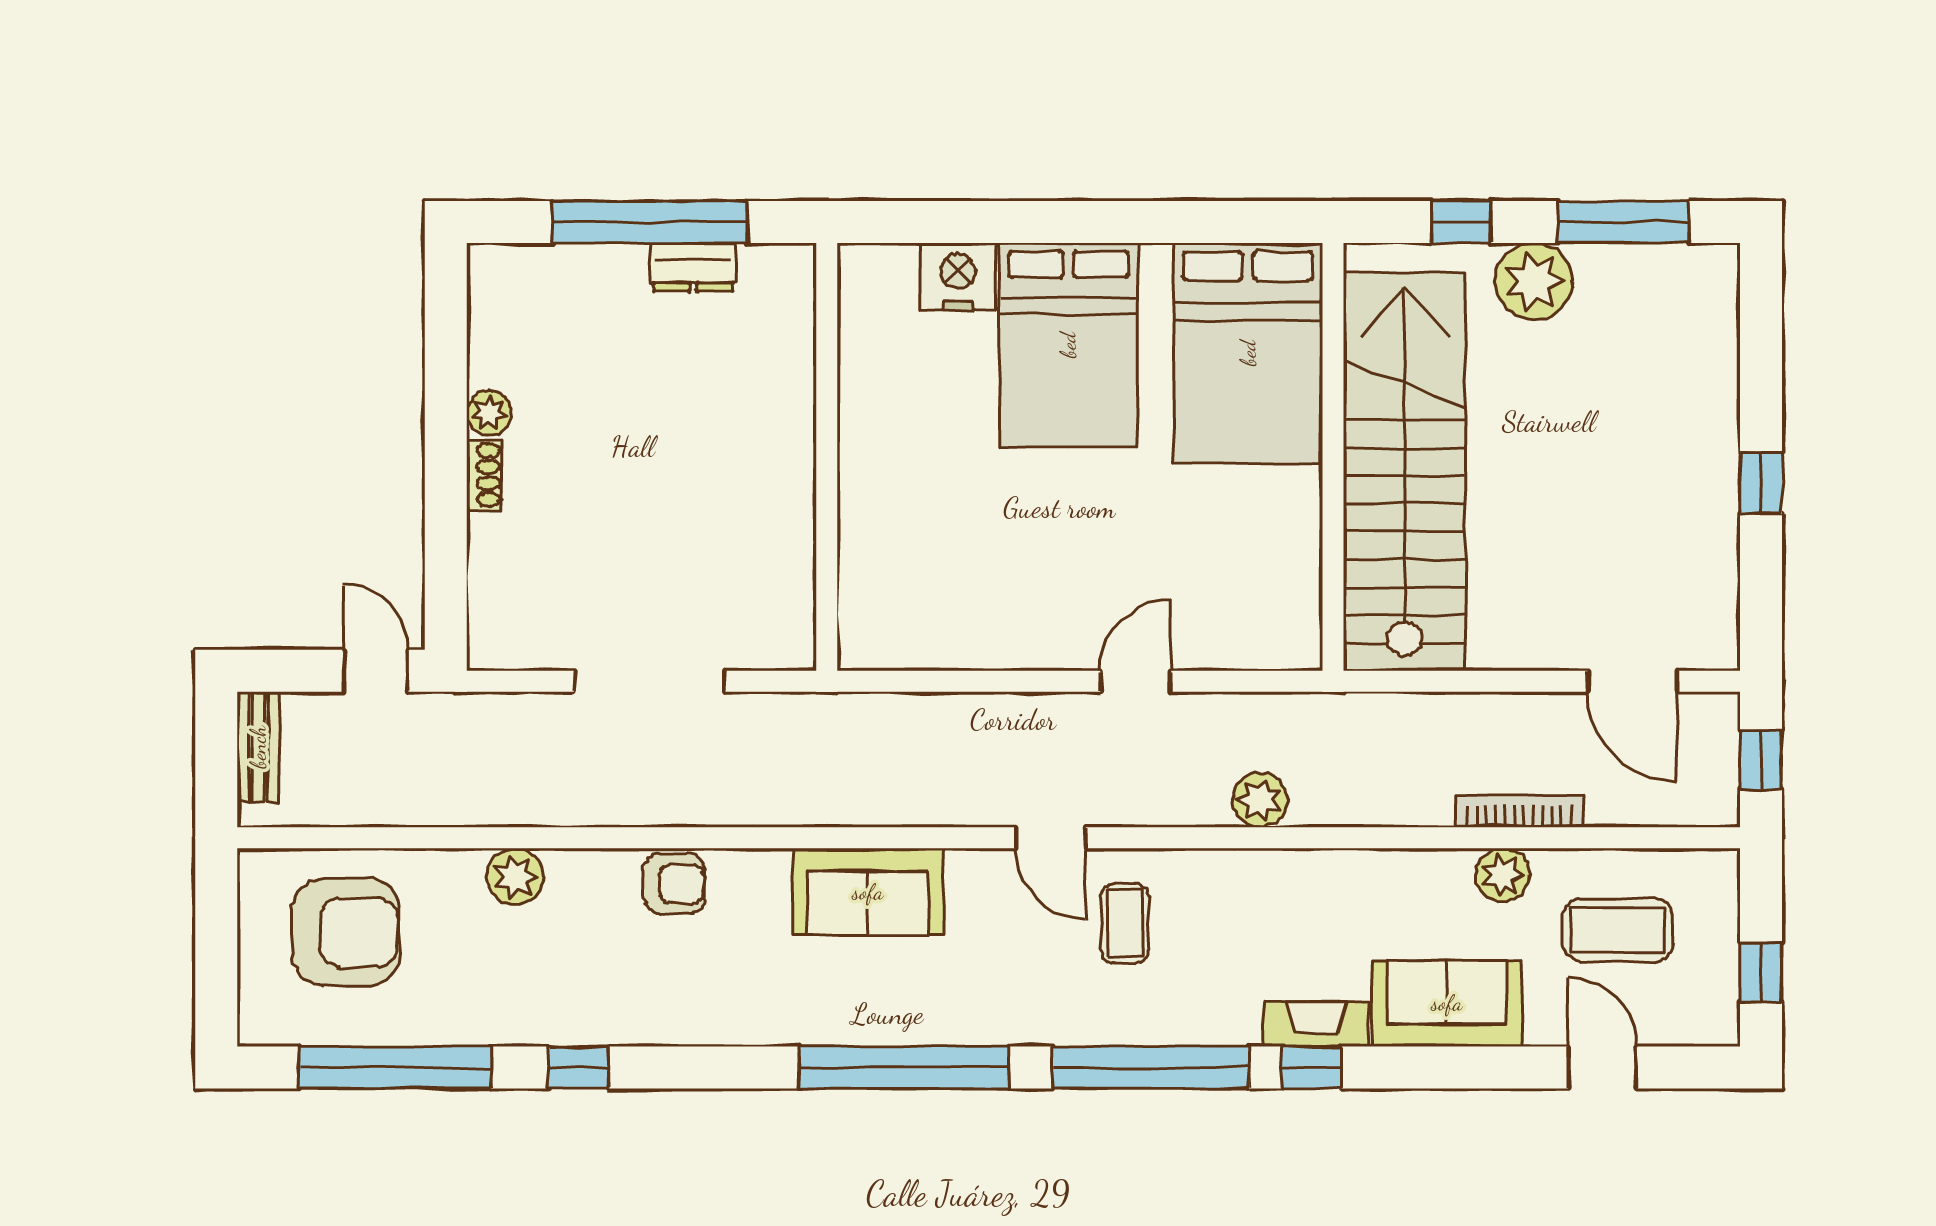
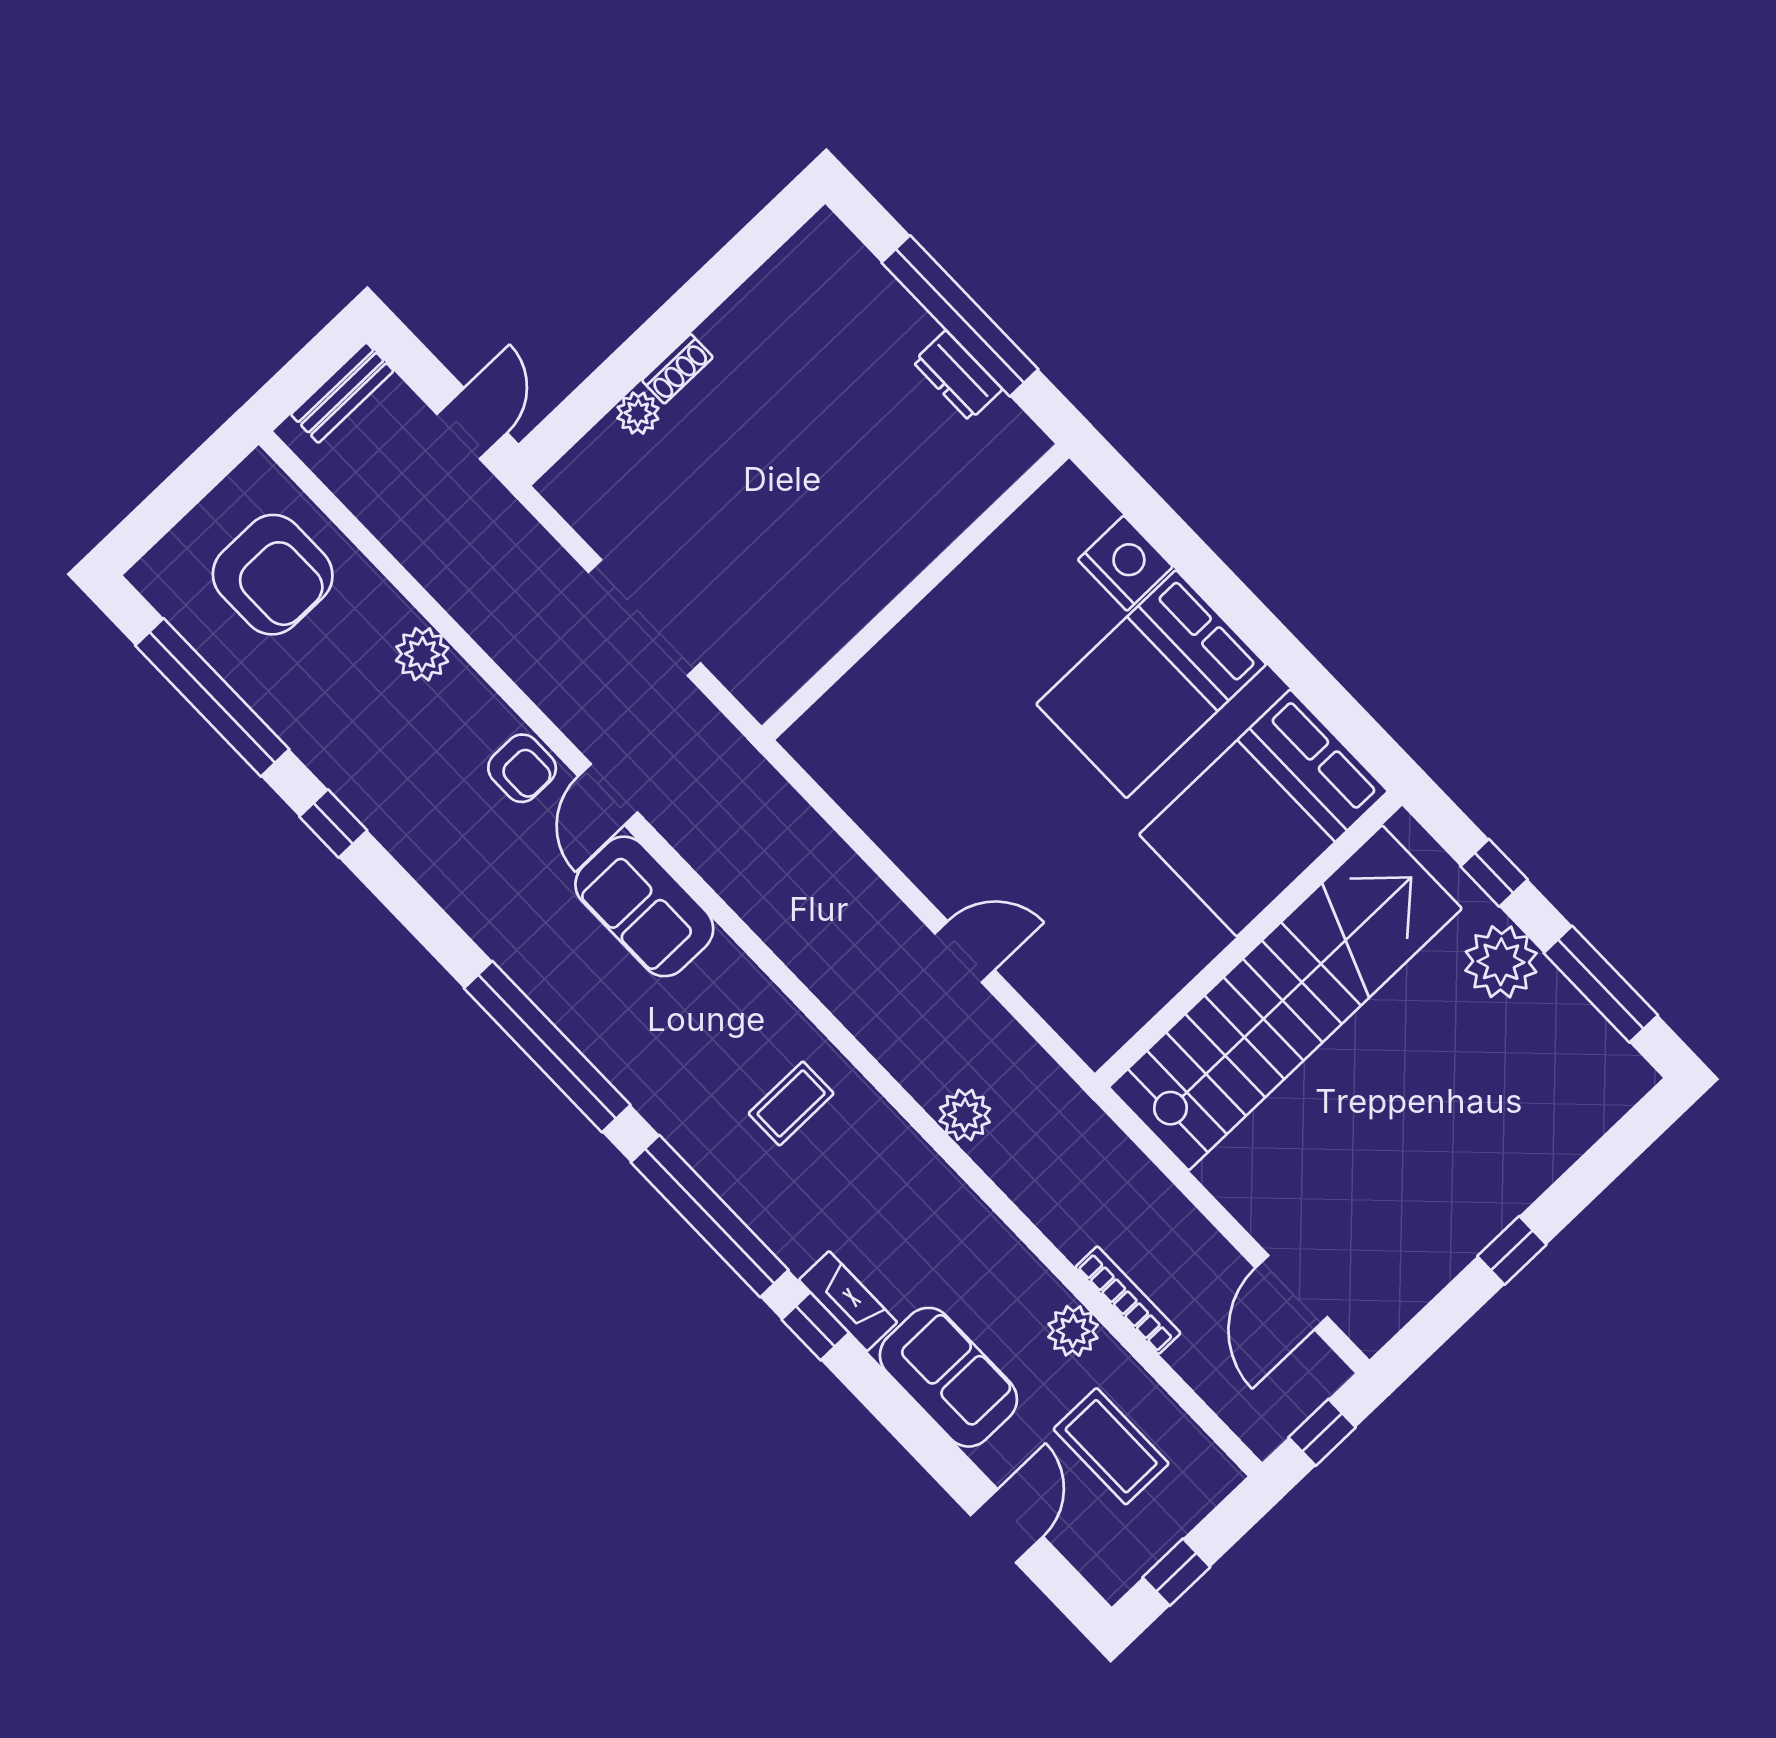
plant: (489, 413) -> (638, 413), moved
door: (1050, 838) -> (608, 794), moved

